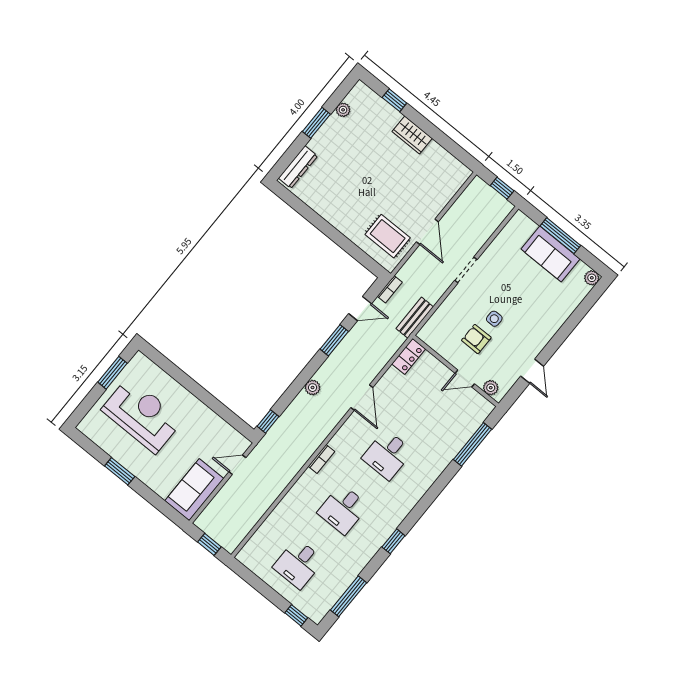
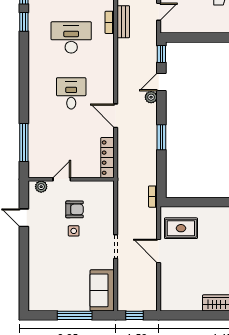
sofa: (551, 254) -> (102, 290), moved, turned -90
plant: (592, 278) -> (34, 305), removed
door: (360, 309) -> (161, 82), moved
bench: (415, 318) -> (123, 22), moved
locker: (409, 356) -> (107, 158), width x1.53
bookcase: (322, 459) -> (110, 22), moved
desk: (343, 509) -> (71, 37), width x1.37
window: (393, 541) -> (24, 22), moved

